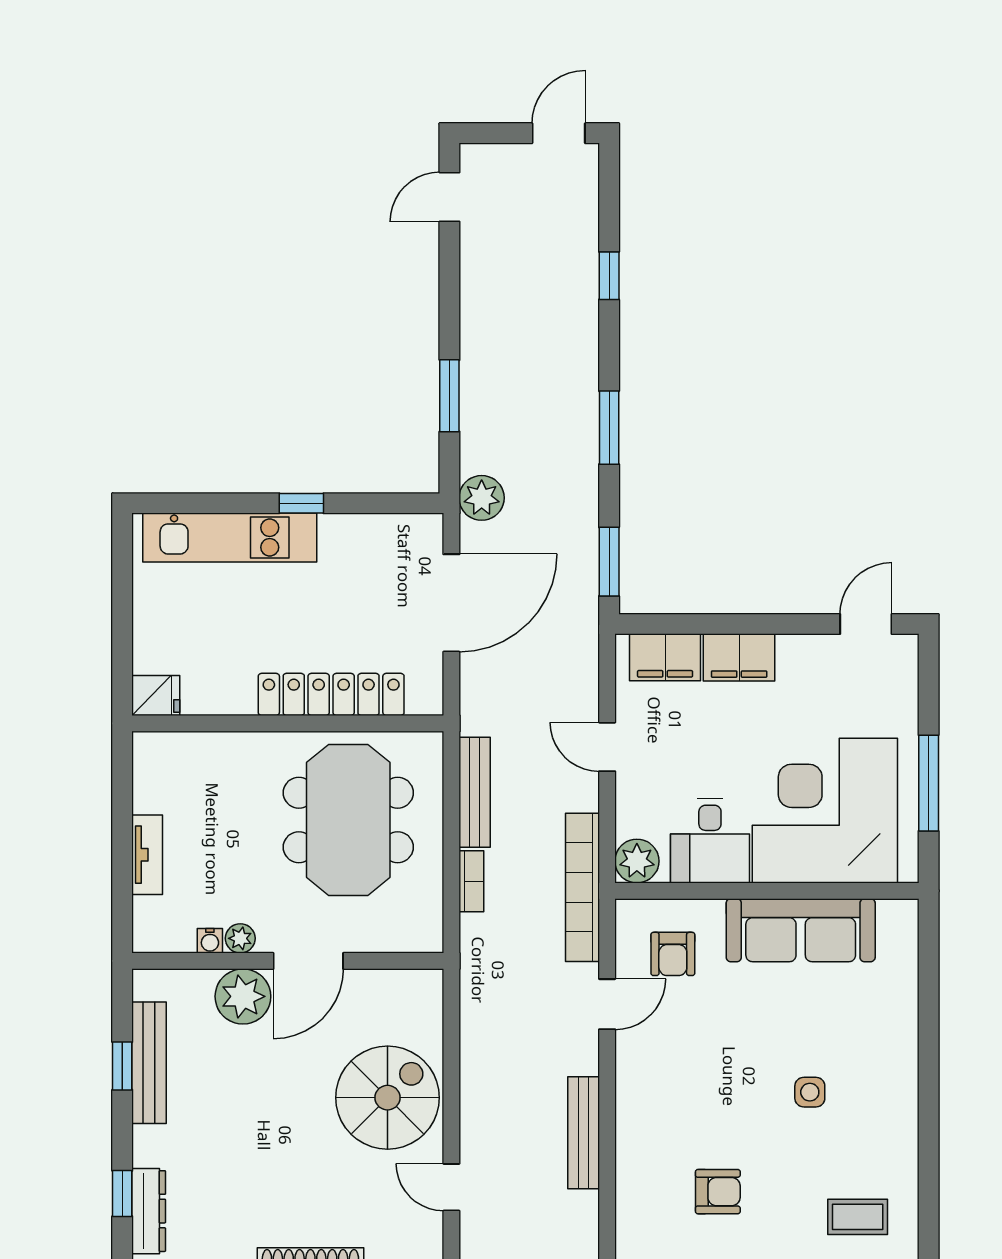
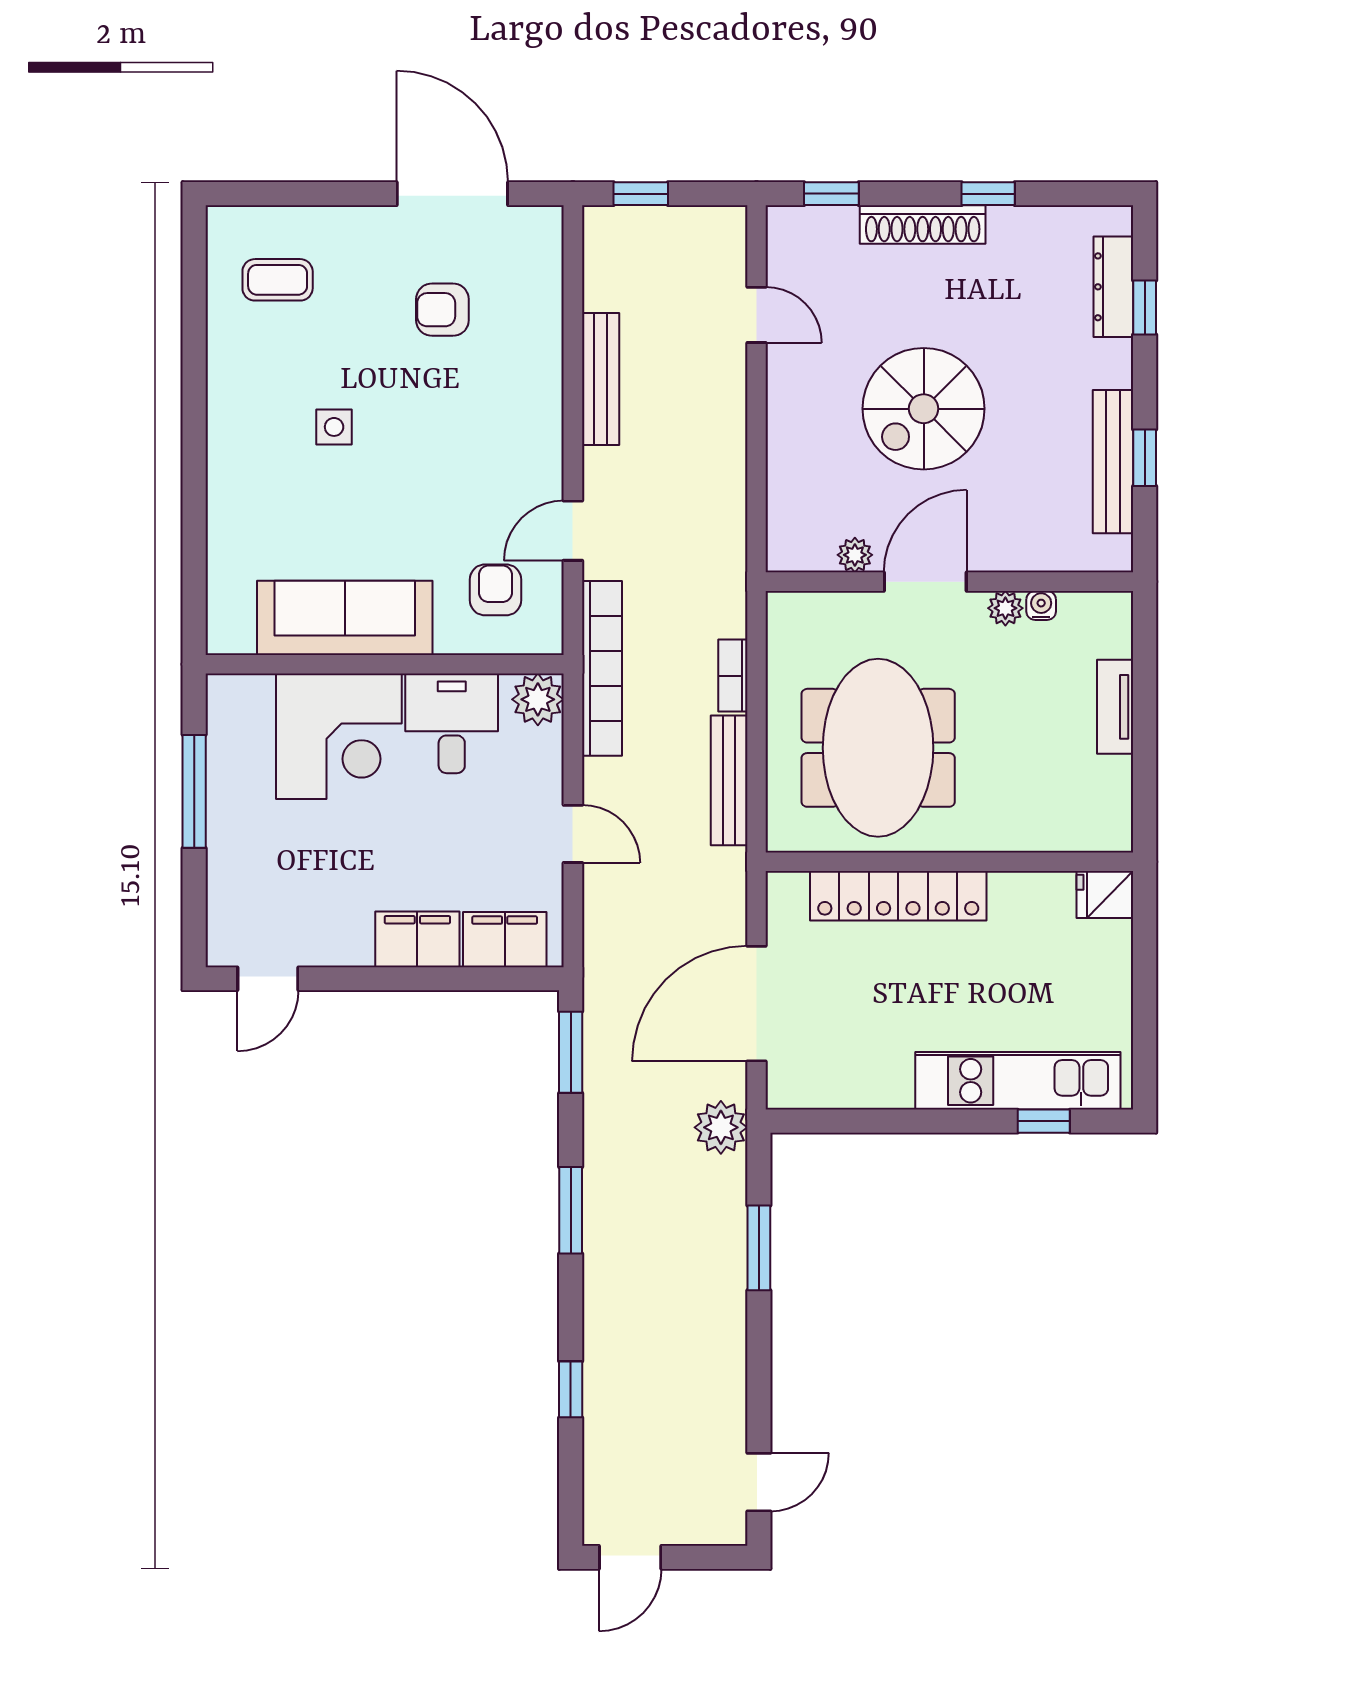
window: (301, 503) -> (1044, 1121), moved
corner desk: (825, 811) -> (339, 736), width x0.74, depth x0.74
plant: (243, 996) -> (855, 555), moved, width x0.53, depth x0.53
spiral stairs: (388, 1098) -> (924, 409), moved

